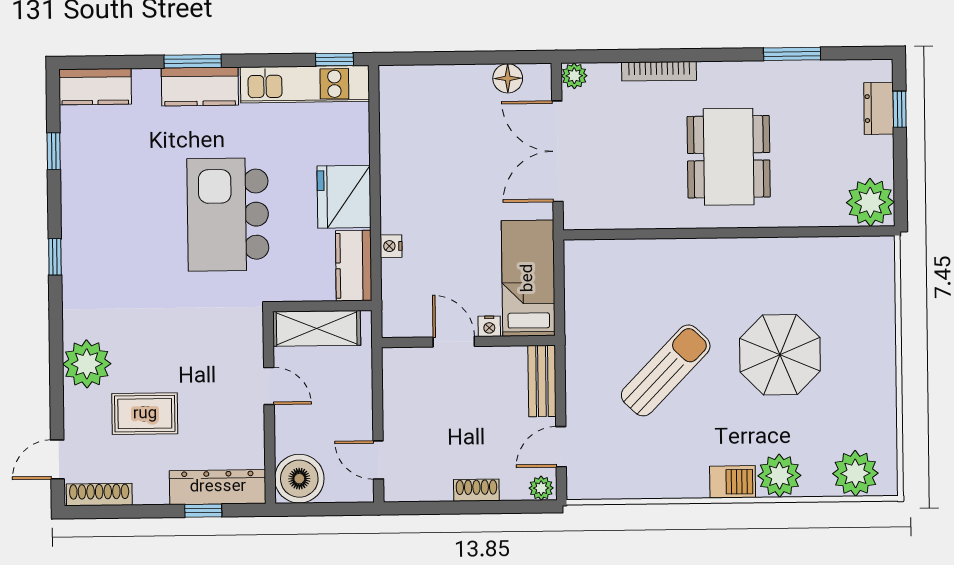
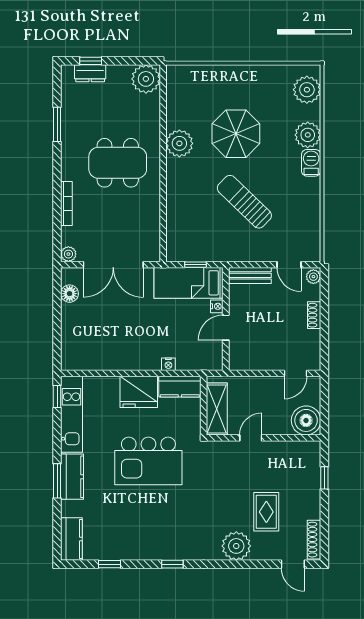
plant: (762, 260) -> (179, 143), added
window: (559, 290) -> (196, 265), added
dresser: (218, 487) -> (311, 469), removed

